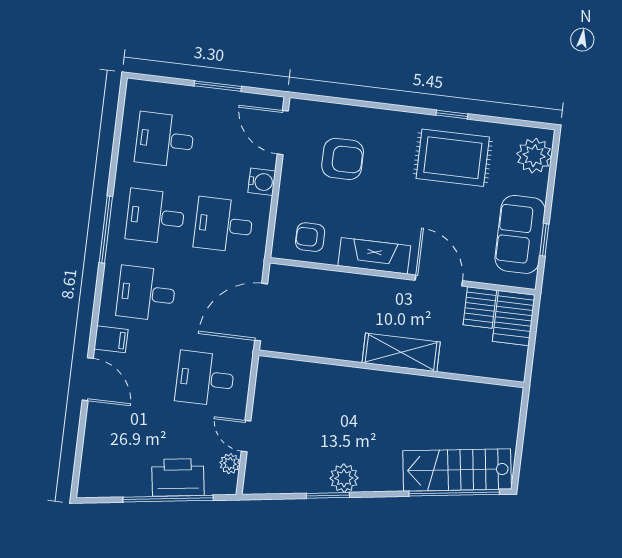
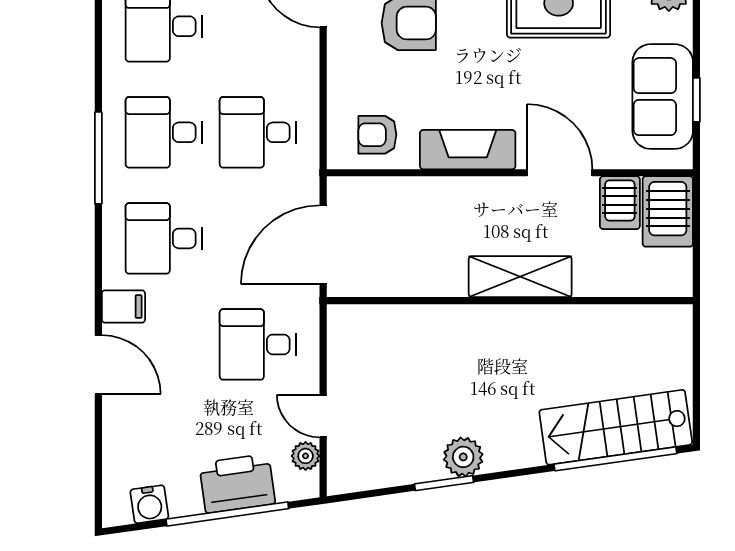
water cooler: (262, 182) -> (149, 504), moved, turned 82

